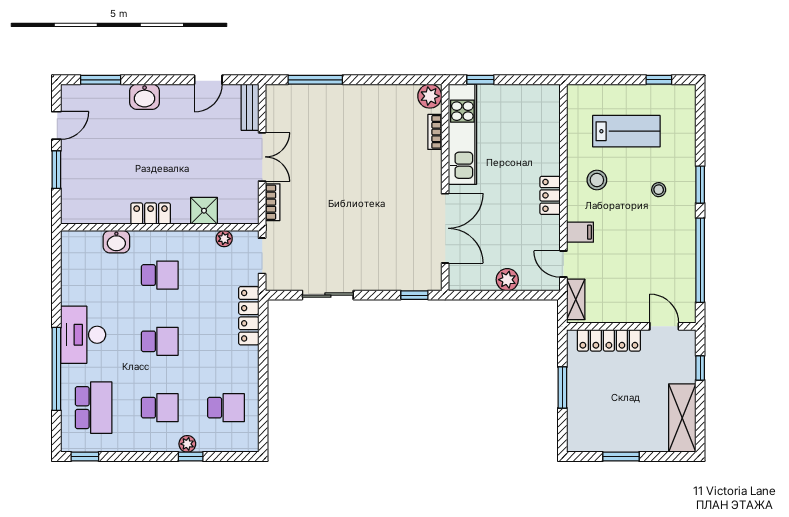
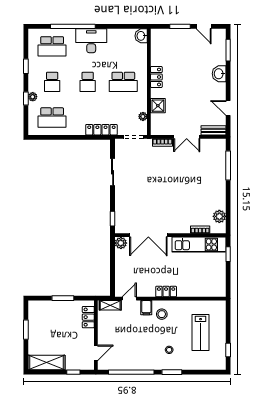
plant: (430, 96) -> (219, 216), moved
stool: (597, 180) -> (162, 314), moved
washbasin: (116, 242) -> (141, 36), moved
school desk: (160, 275) -> (123, 82), width x1.85
plant: (507, 280) -> (121, 243), moved
locker: (609, 340) -> (88, 317), width x0.66
school desk: (226, 408) -> (52, 117), width x1.85
window: (85, 457) -> (26, 66), moved

